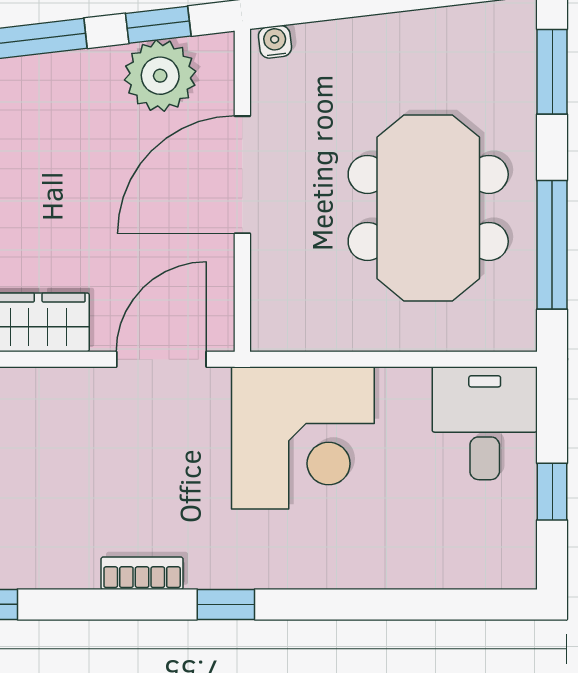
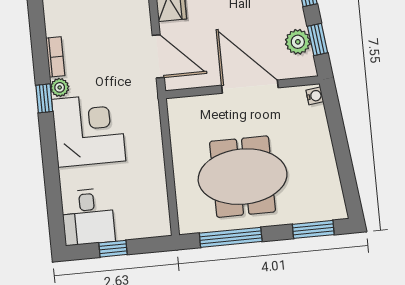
plant: (160, 76) -> (298, 42), width x0.73, depth x0.73
desk: (485, 423) -> (88, 217), moved, turned 90
corner desk: (303, 438) -> (89, 130), moved, turned 180
plant: (206, 570) -> (60, 87), added

